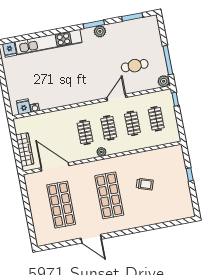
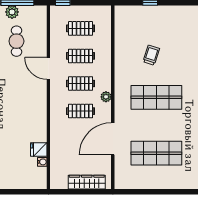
plant: (164, 81) -> (12, 12), moved
fridge: (24, 107) -> (39, 149), moved
door: (55, 167) -> (113, 139), moved

